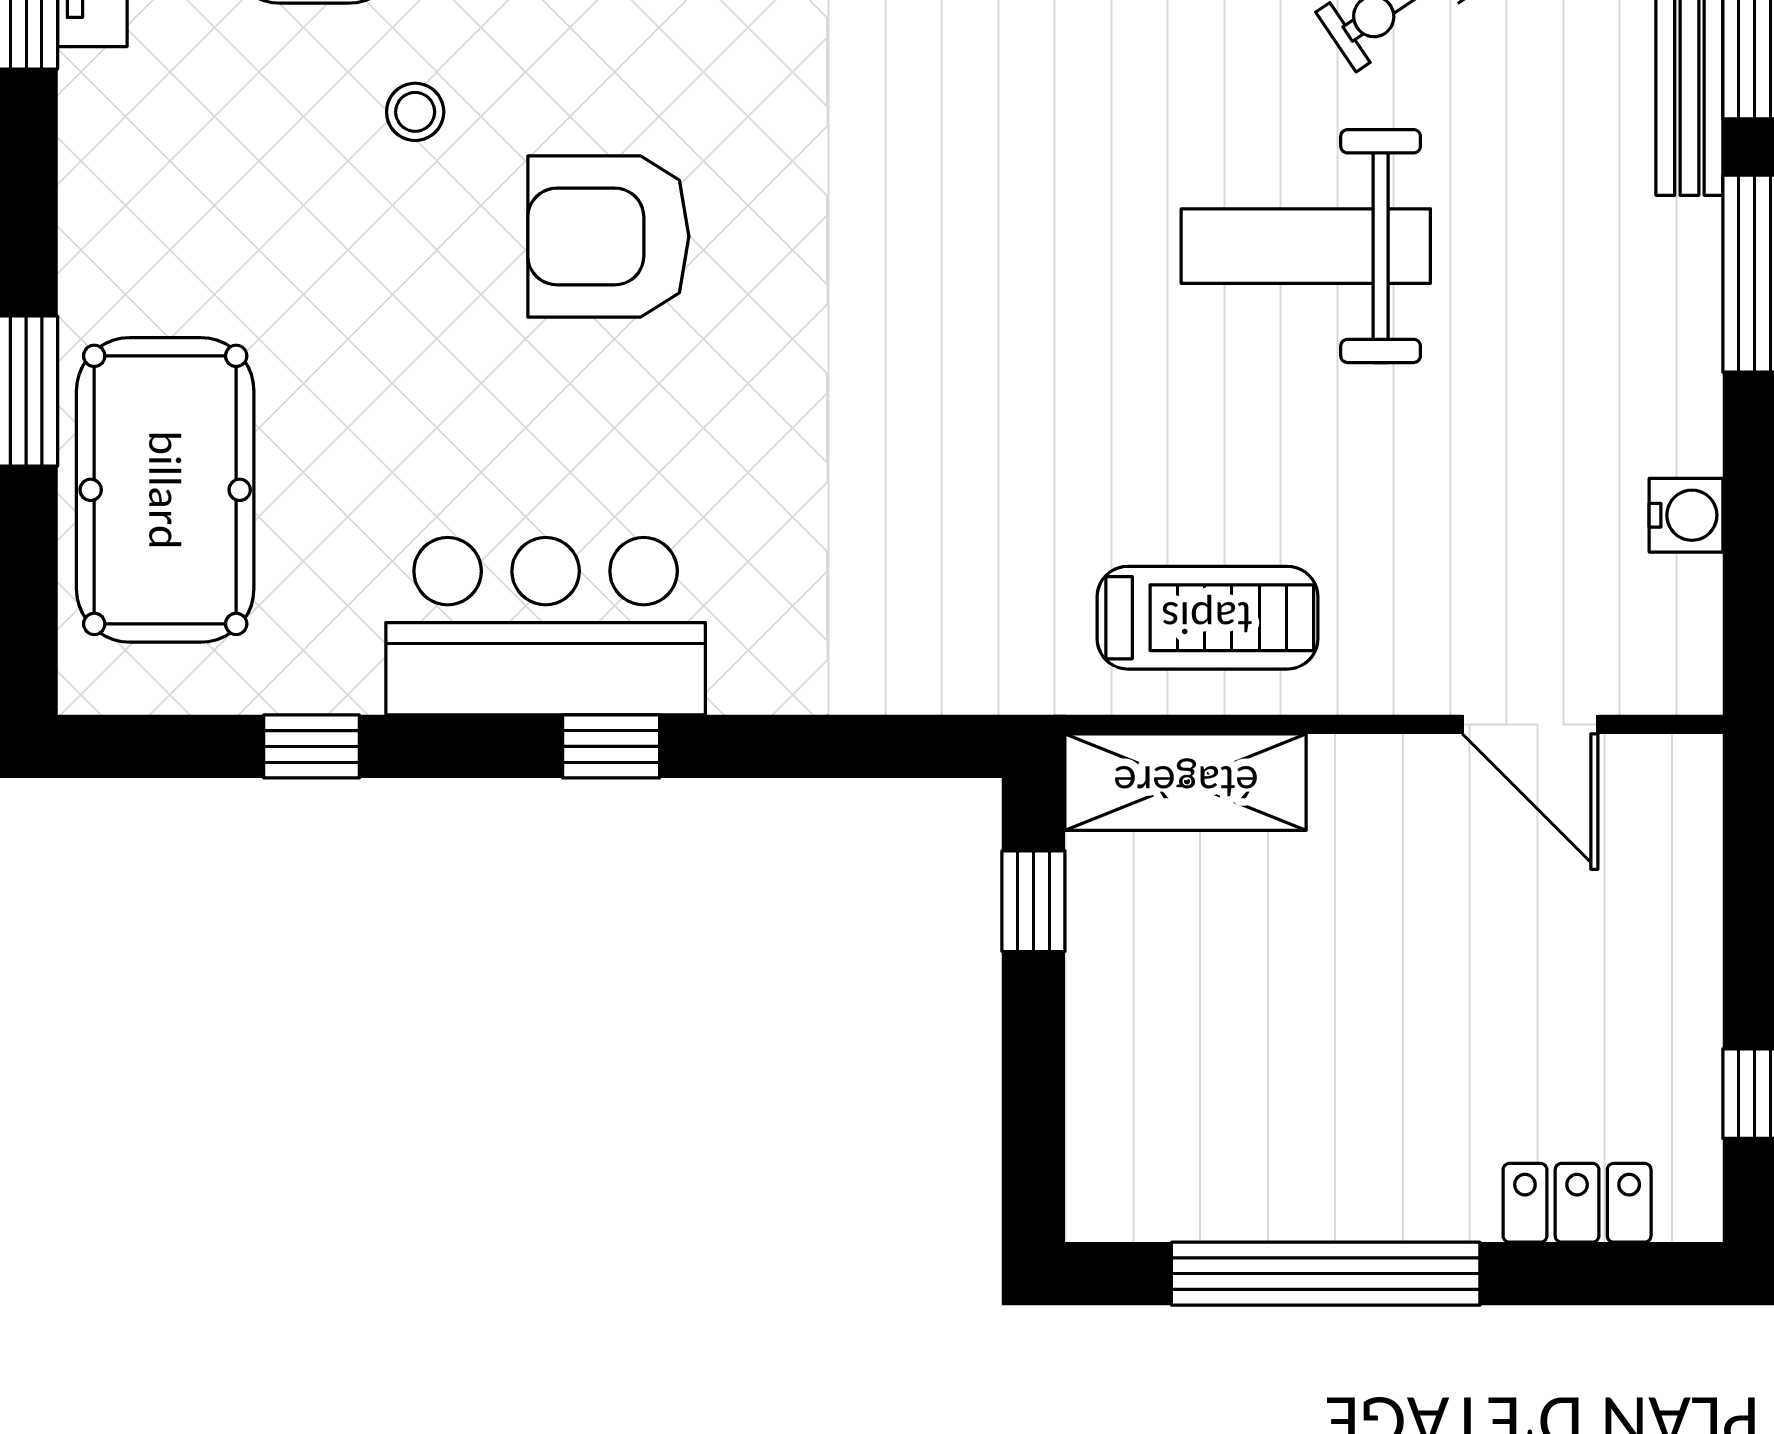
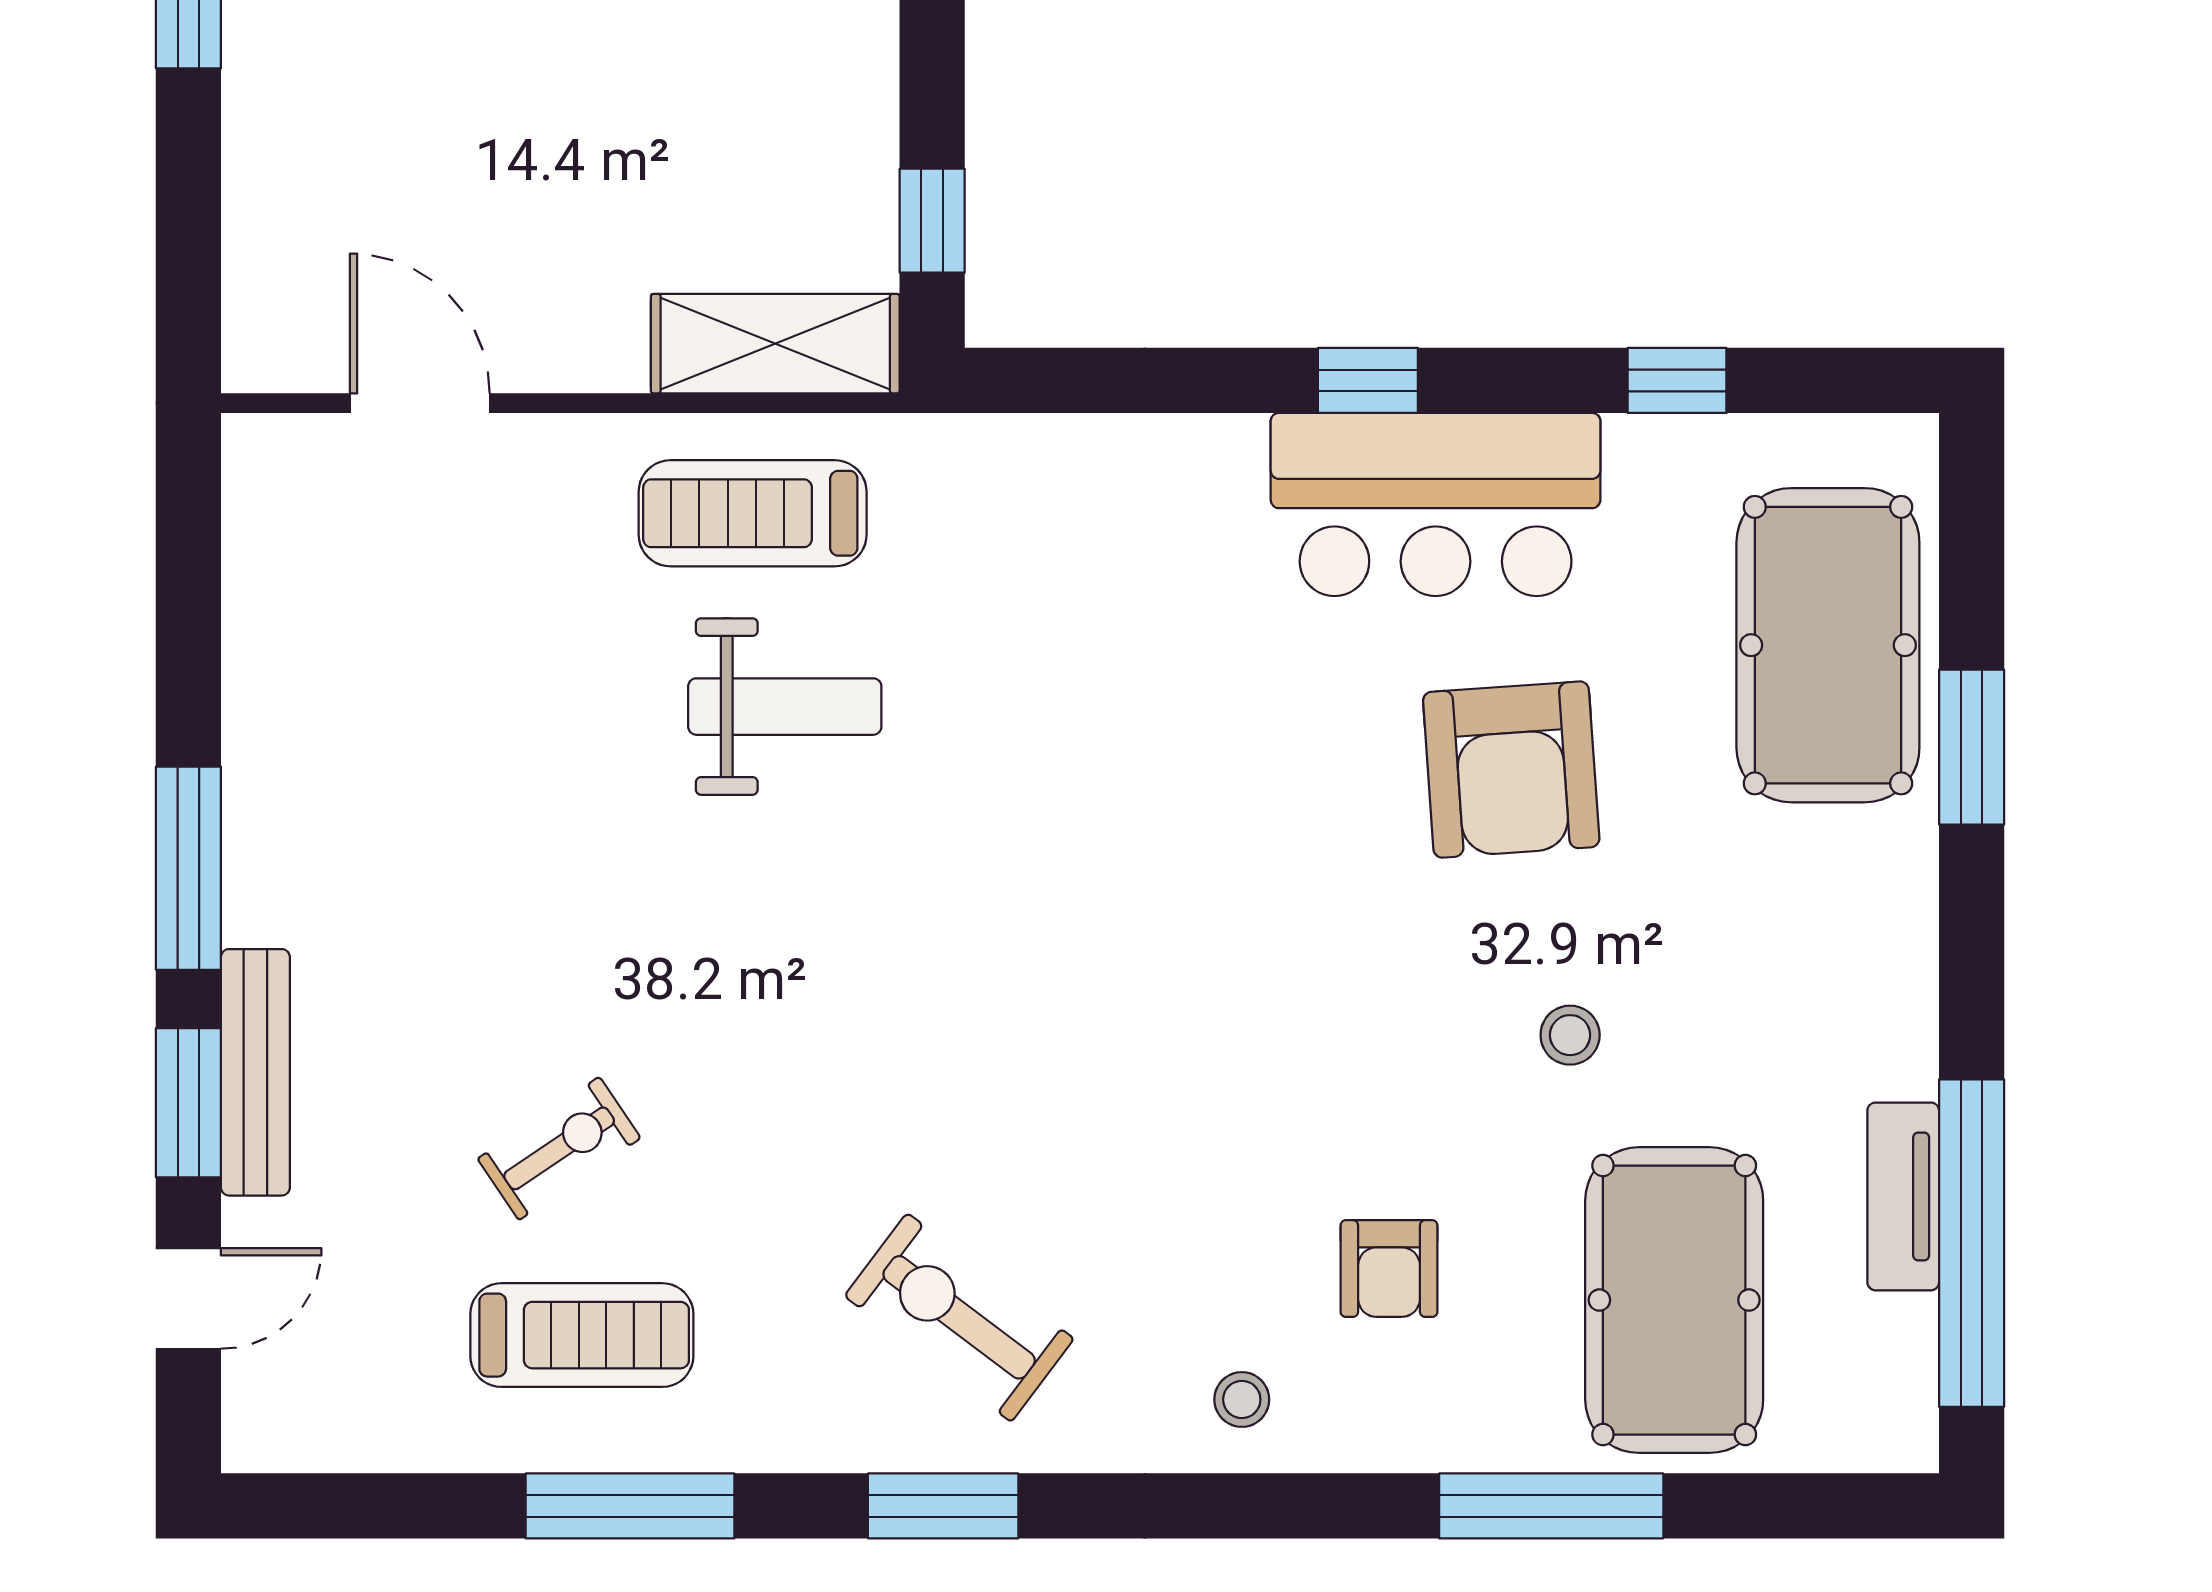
armchair: (608, 236) -> (1511, 770), moved, turned 86
weight bench: (1306, 246) -> (785, 707), moved, width x0.73, depth x0.75
water cooler: (1686, 515) -> (259, 619), removed

